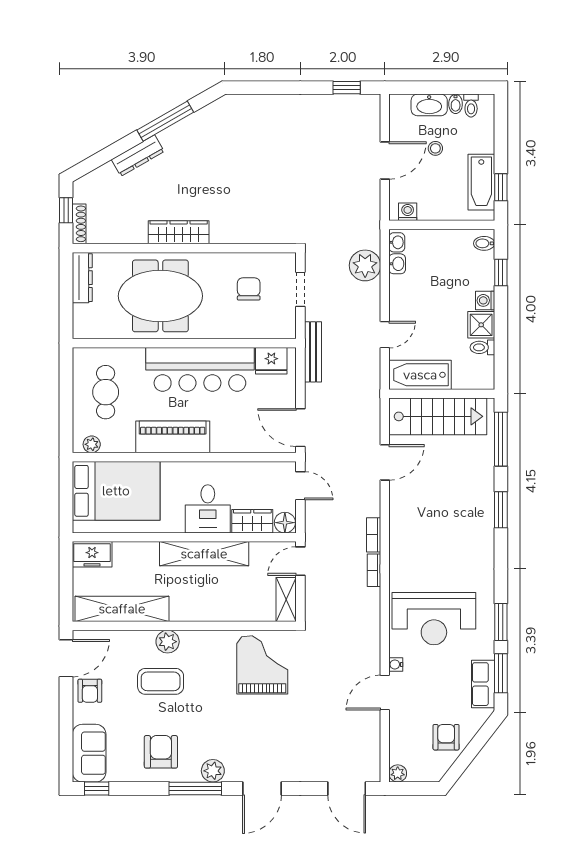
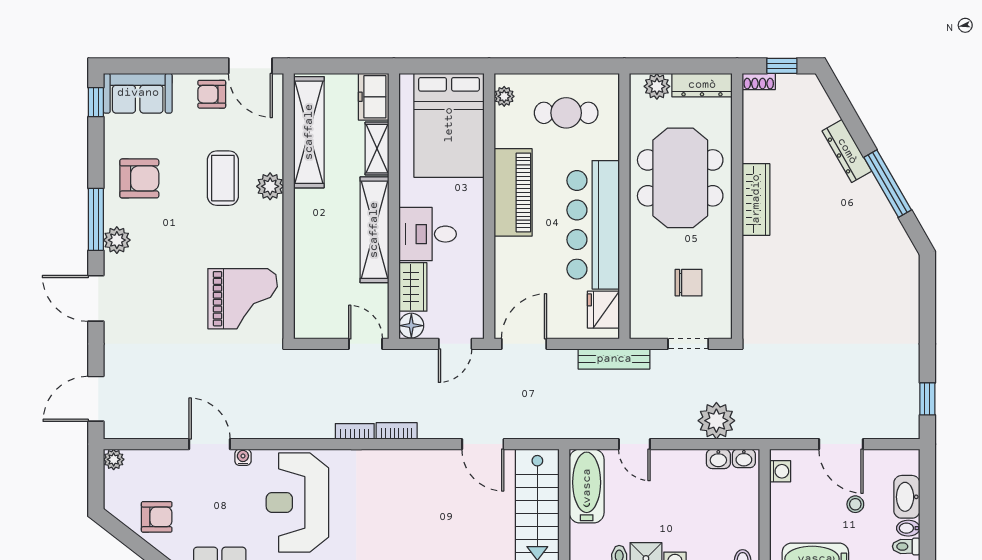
shoe rack: (79, 224) -> (759, 81), width x0.70
plant: (83, 316) -> (657, 86), added
shelving: (286, 599) -> (377, 149), moved, turned 90

